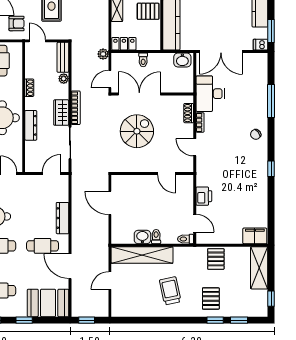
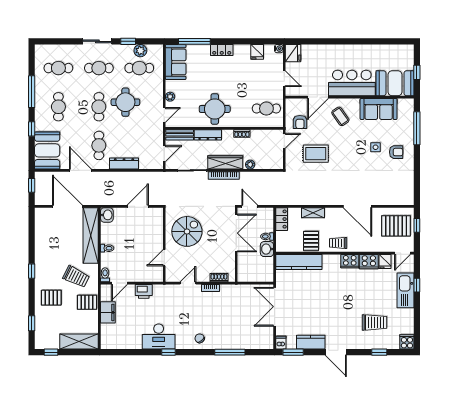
plant: (103, 54) -> (272, 200), removed
bench: (63, 57) -> (180, 135), moved
washbasin: (182, 60) -> (267, 249), moved
desk: (210, 94) -> (159, 337), moved, turned 180
wardrobe: (61, 113) -> (225, 162), width x1.50
spiral stairs: (137, 131) -> (187, 231), moved, turned -90
door: (51, 174) -> (164, 153), hinge flipped
filing cabinet: (255, 236) -> (108, 312), moved
washbasin: (142, 237) -> (107, 215), moved
door: (70, 266) -> (80, 170), hinge flipped
door: (110, 281) -> (67, 206), width x1.87
trolley: (170, 291) -> (76, 277), moved, turned 38
window: (215, 320) -> (32, 271), moved

